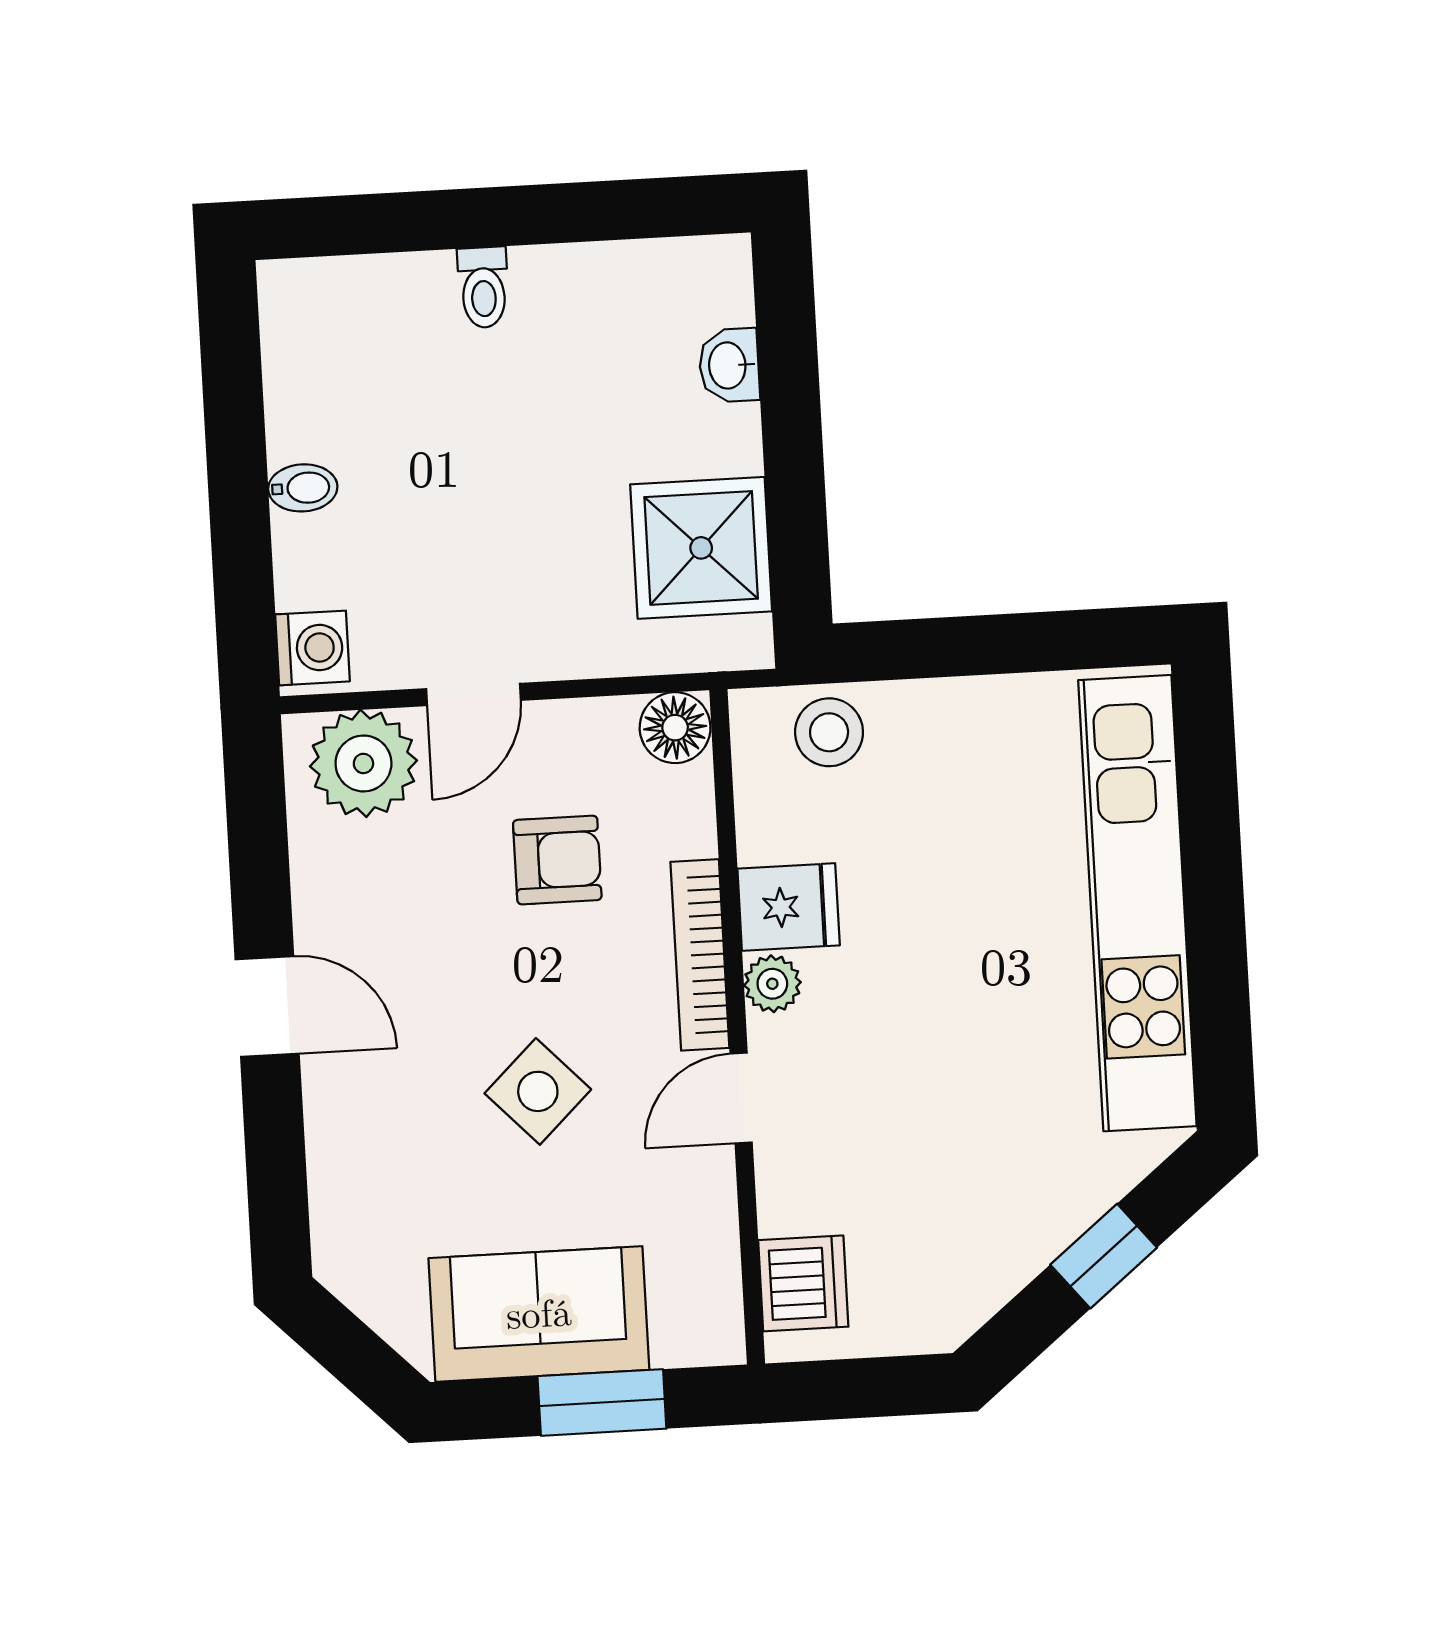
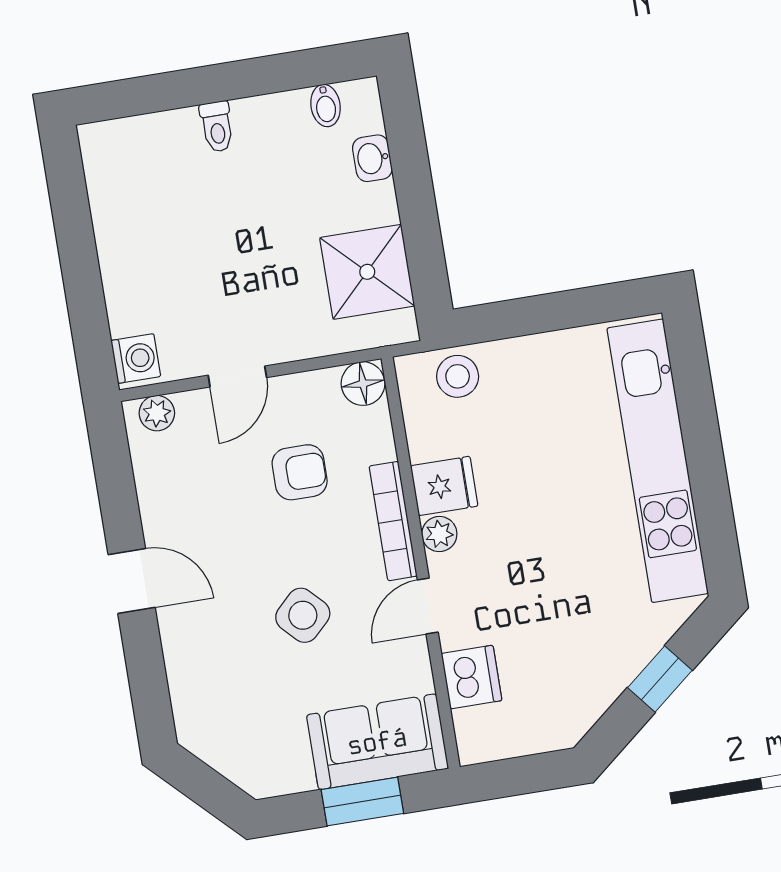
bidet: (303, 488) -> (326, 106), moved, turned 90
plant: (363, 763) -> (157, 413), width x0.53, depth x0.53
dishwasher: (803, 1283) -> (472, 677), moved
sofa: (539, 1314) -> (377, 742), moved

